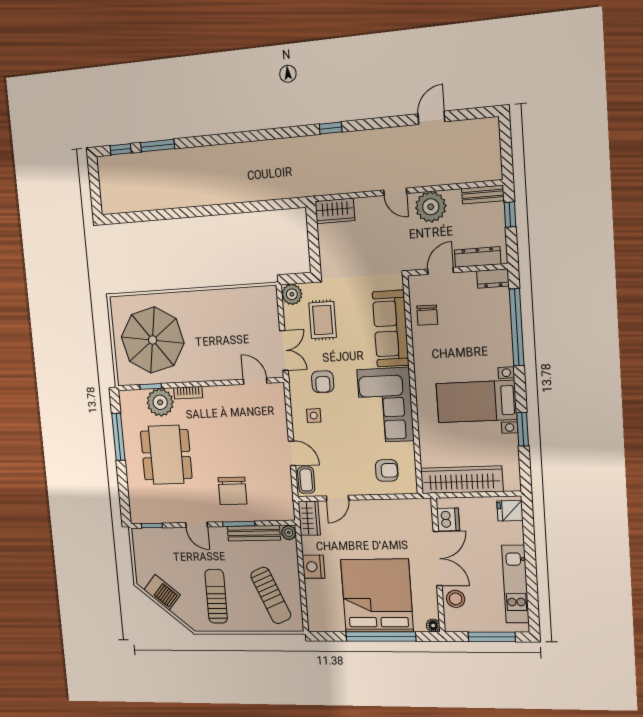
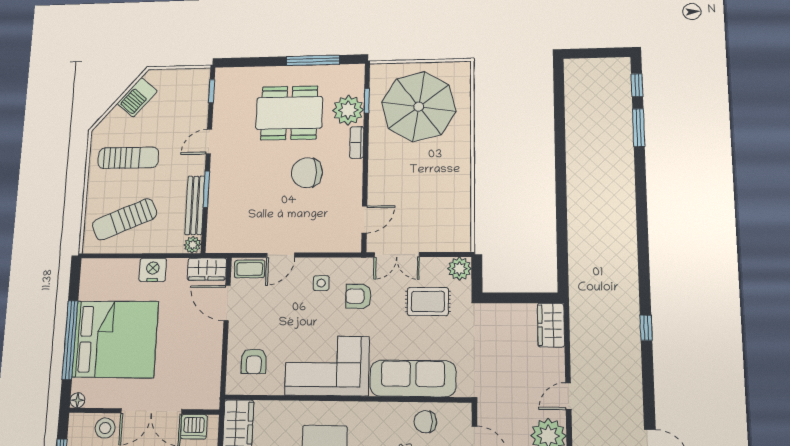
chair: (232, 491) -> (307, 173), moved
door: (338, 498) -> (227, 303), width x1.38

